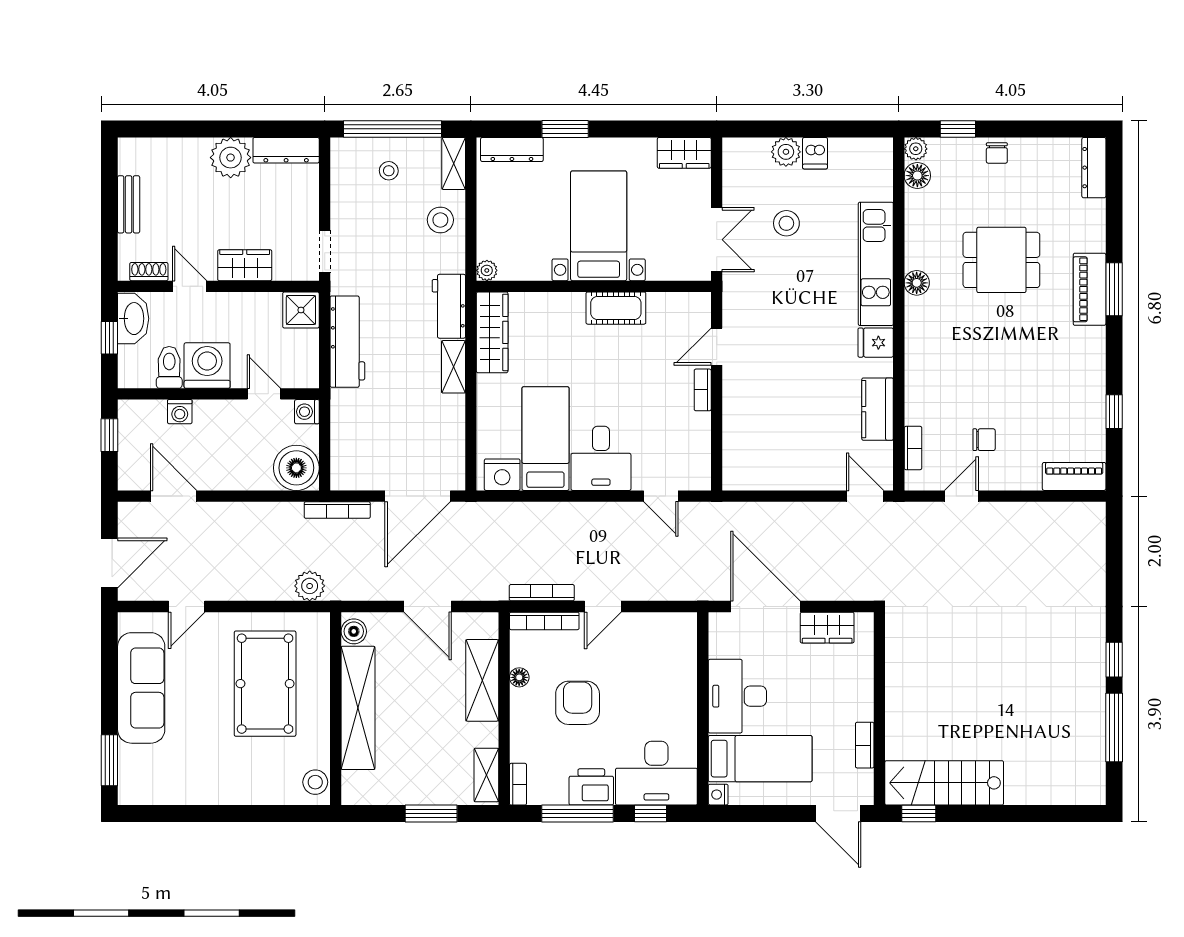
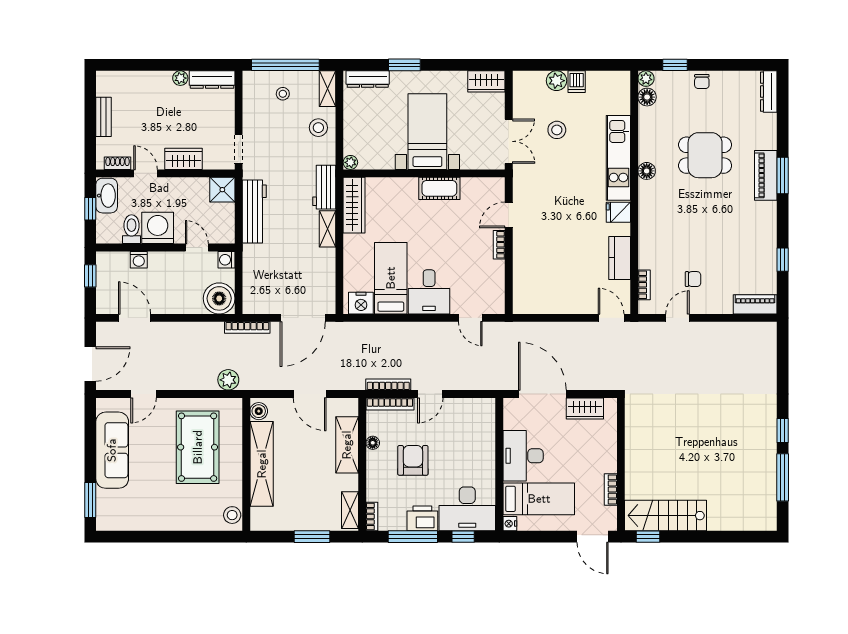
plant: (231, 158) -> (180, 78), width x0.53, depth x0.53

